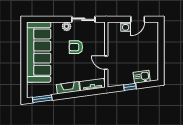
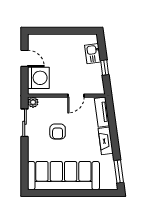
plant: (67, 26) -> (33, 102), moved
washing machine: (126, 27) -> (38, 78), width x1.89, depth x1.89

